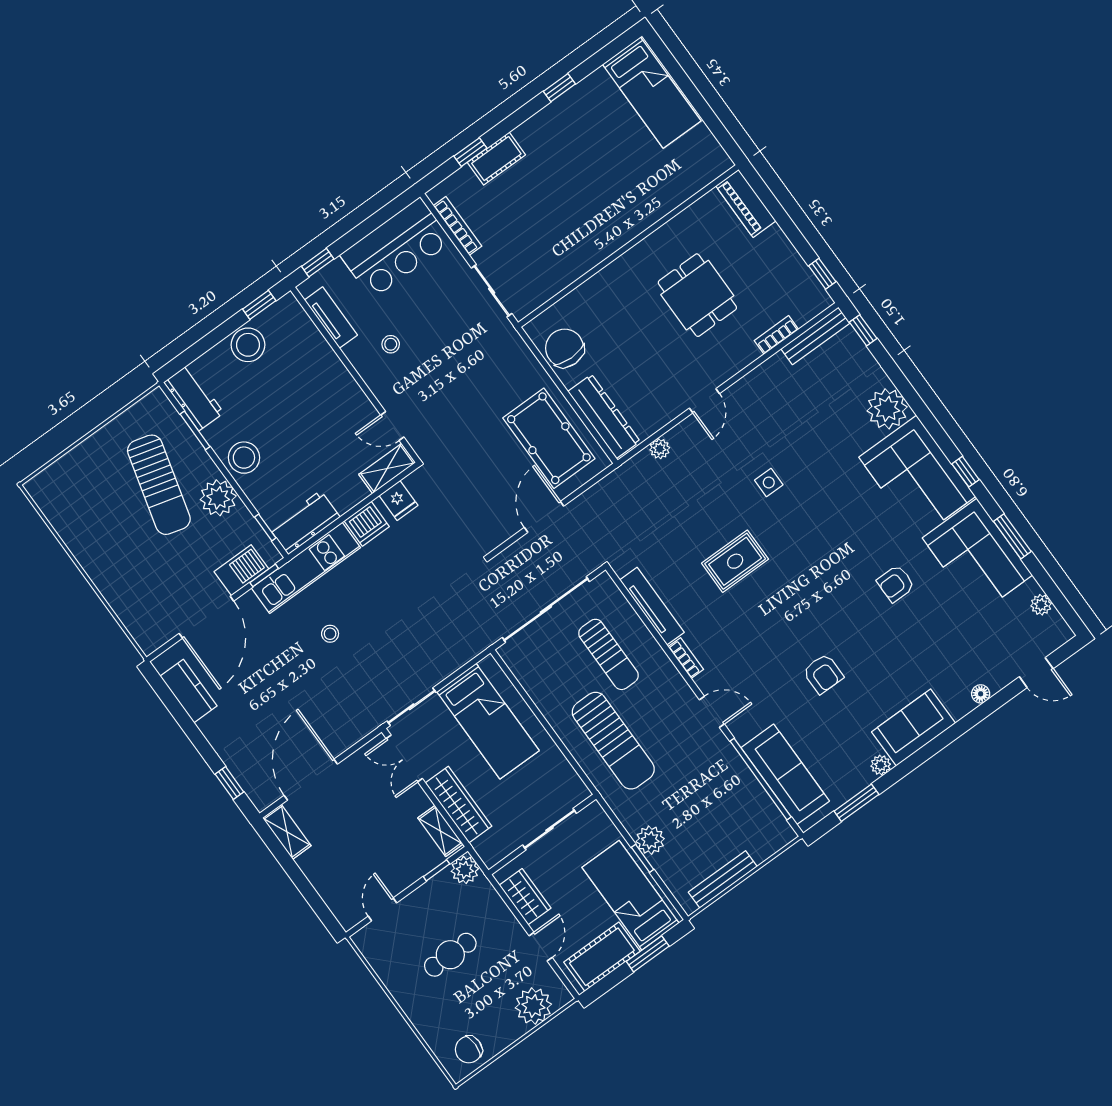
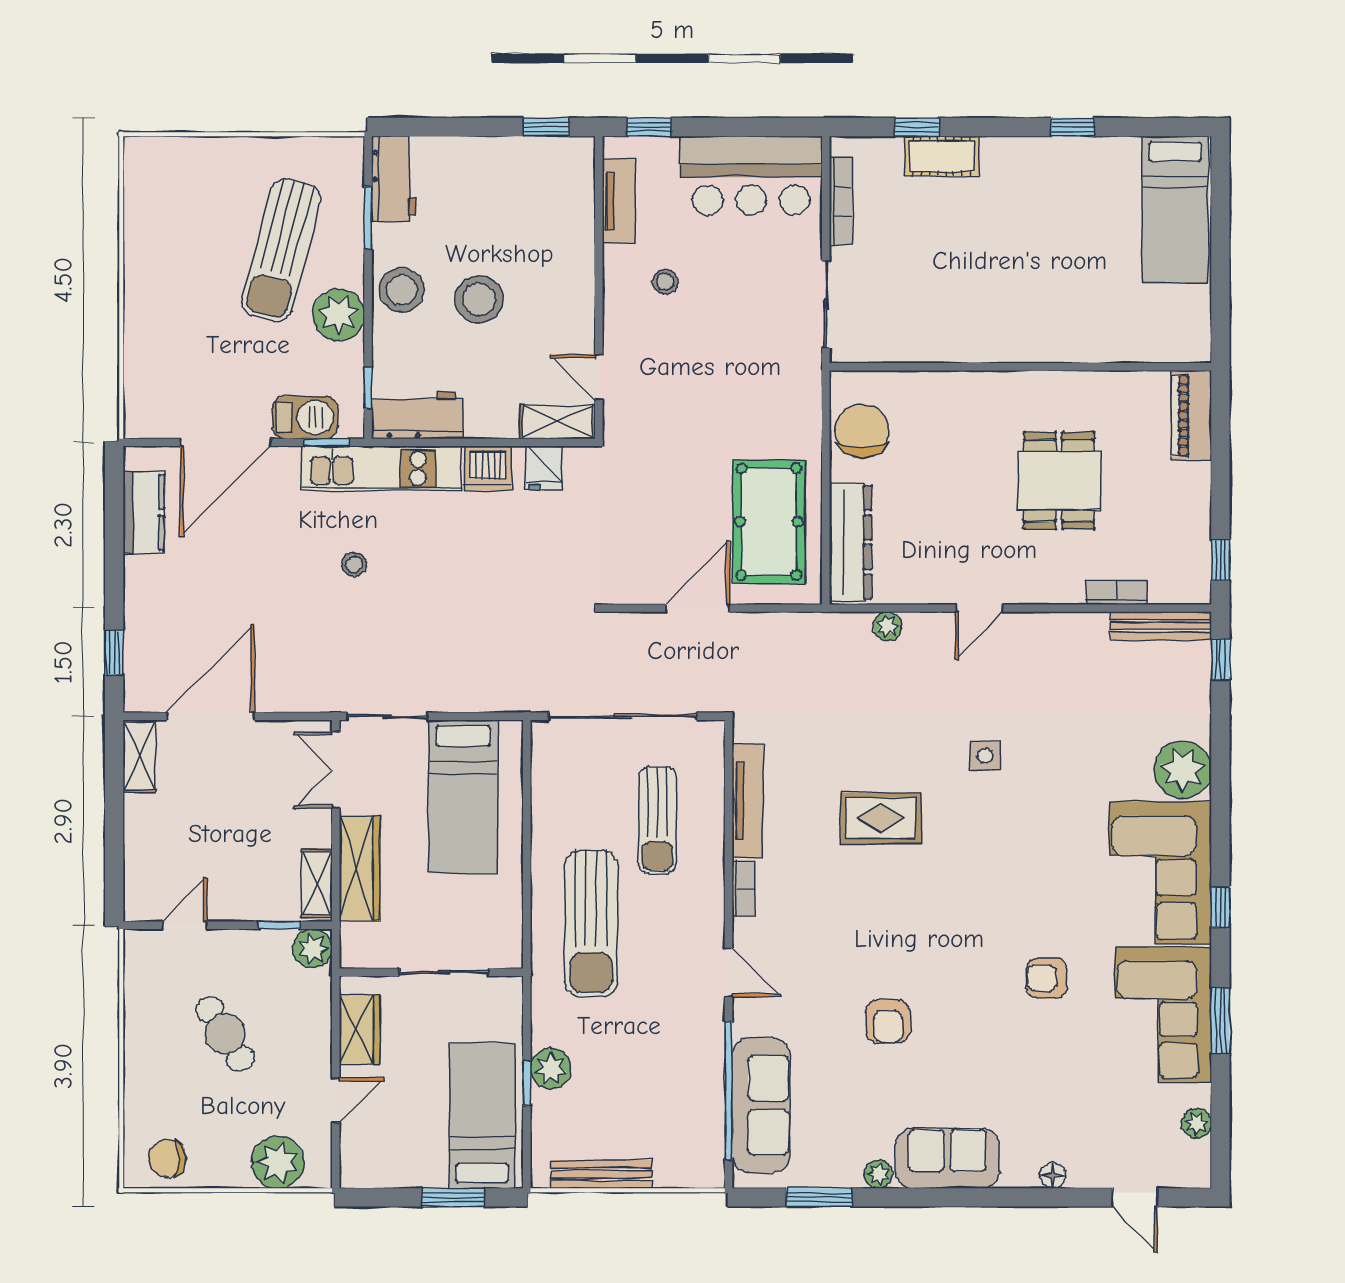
stool: (248, 345) -> (479, 299), moved
cafe table: (450, 955) -> (225, 1034), turned 58
cot: (602, 957) -> (398, 1163), removed

